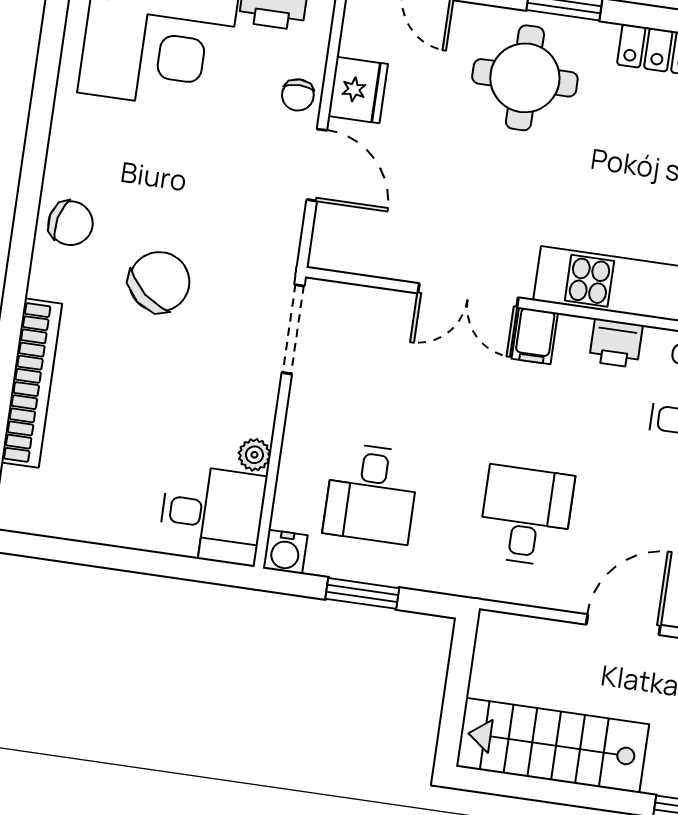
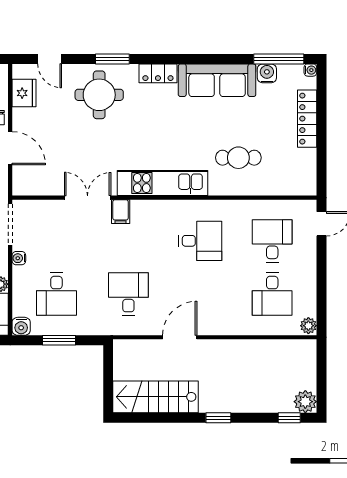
fridge: (358, 90) -> (24, 93), moved
double door: (468, 295) -> (88, 198), swing flipped
printer: (616, 343) -> (158, 210), removed
water cooler: (301, 404) -> (19, 258), added

